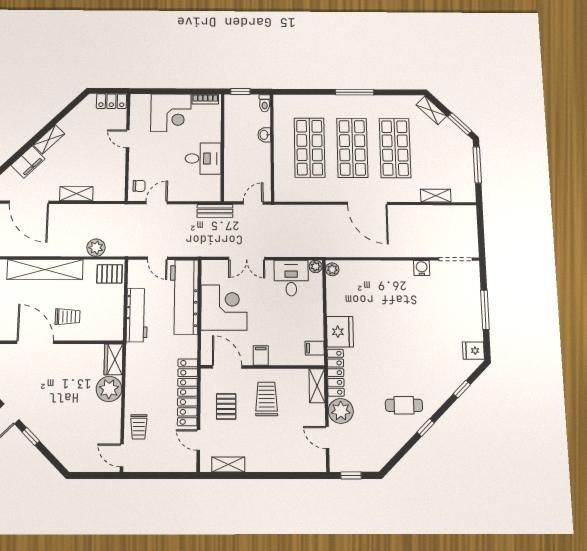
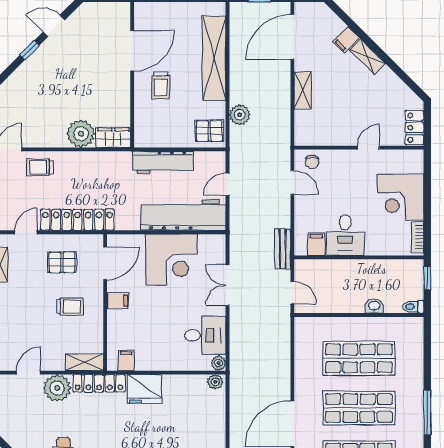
filing cabinet: (28, 162) -> (346, 40), width x0.50
filing cabinet: (211, 183) -> (316, 244), added
pallet: (110, 274) -> (209, 131), turned 90
trolley: (267, 399) -> (70, 307), width x0.73, depth x0.72

